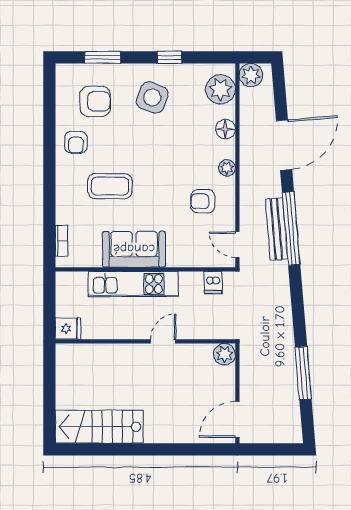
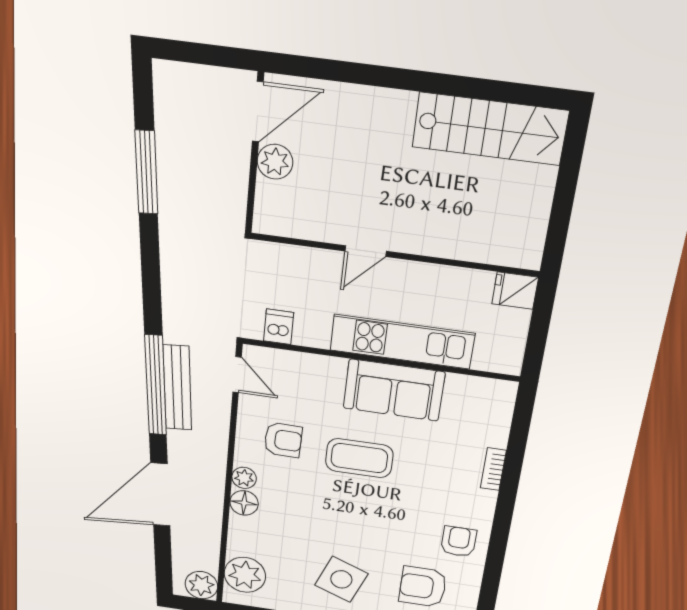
floor lamp: (225, 129) -> (244, 503), moved
coffee table: (110, 186) -> (359, 458), moved
bookcase: (62, 241) -> (493, 469), moved
plant: (224, 354) -> (275, 162), moved

